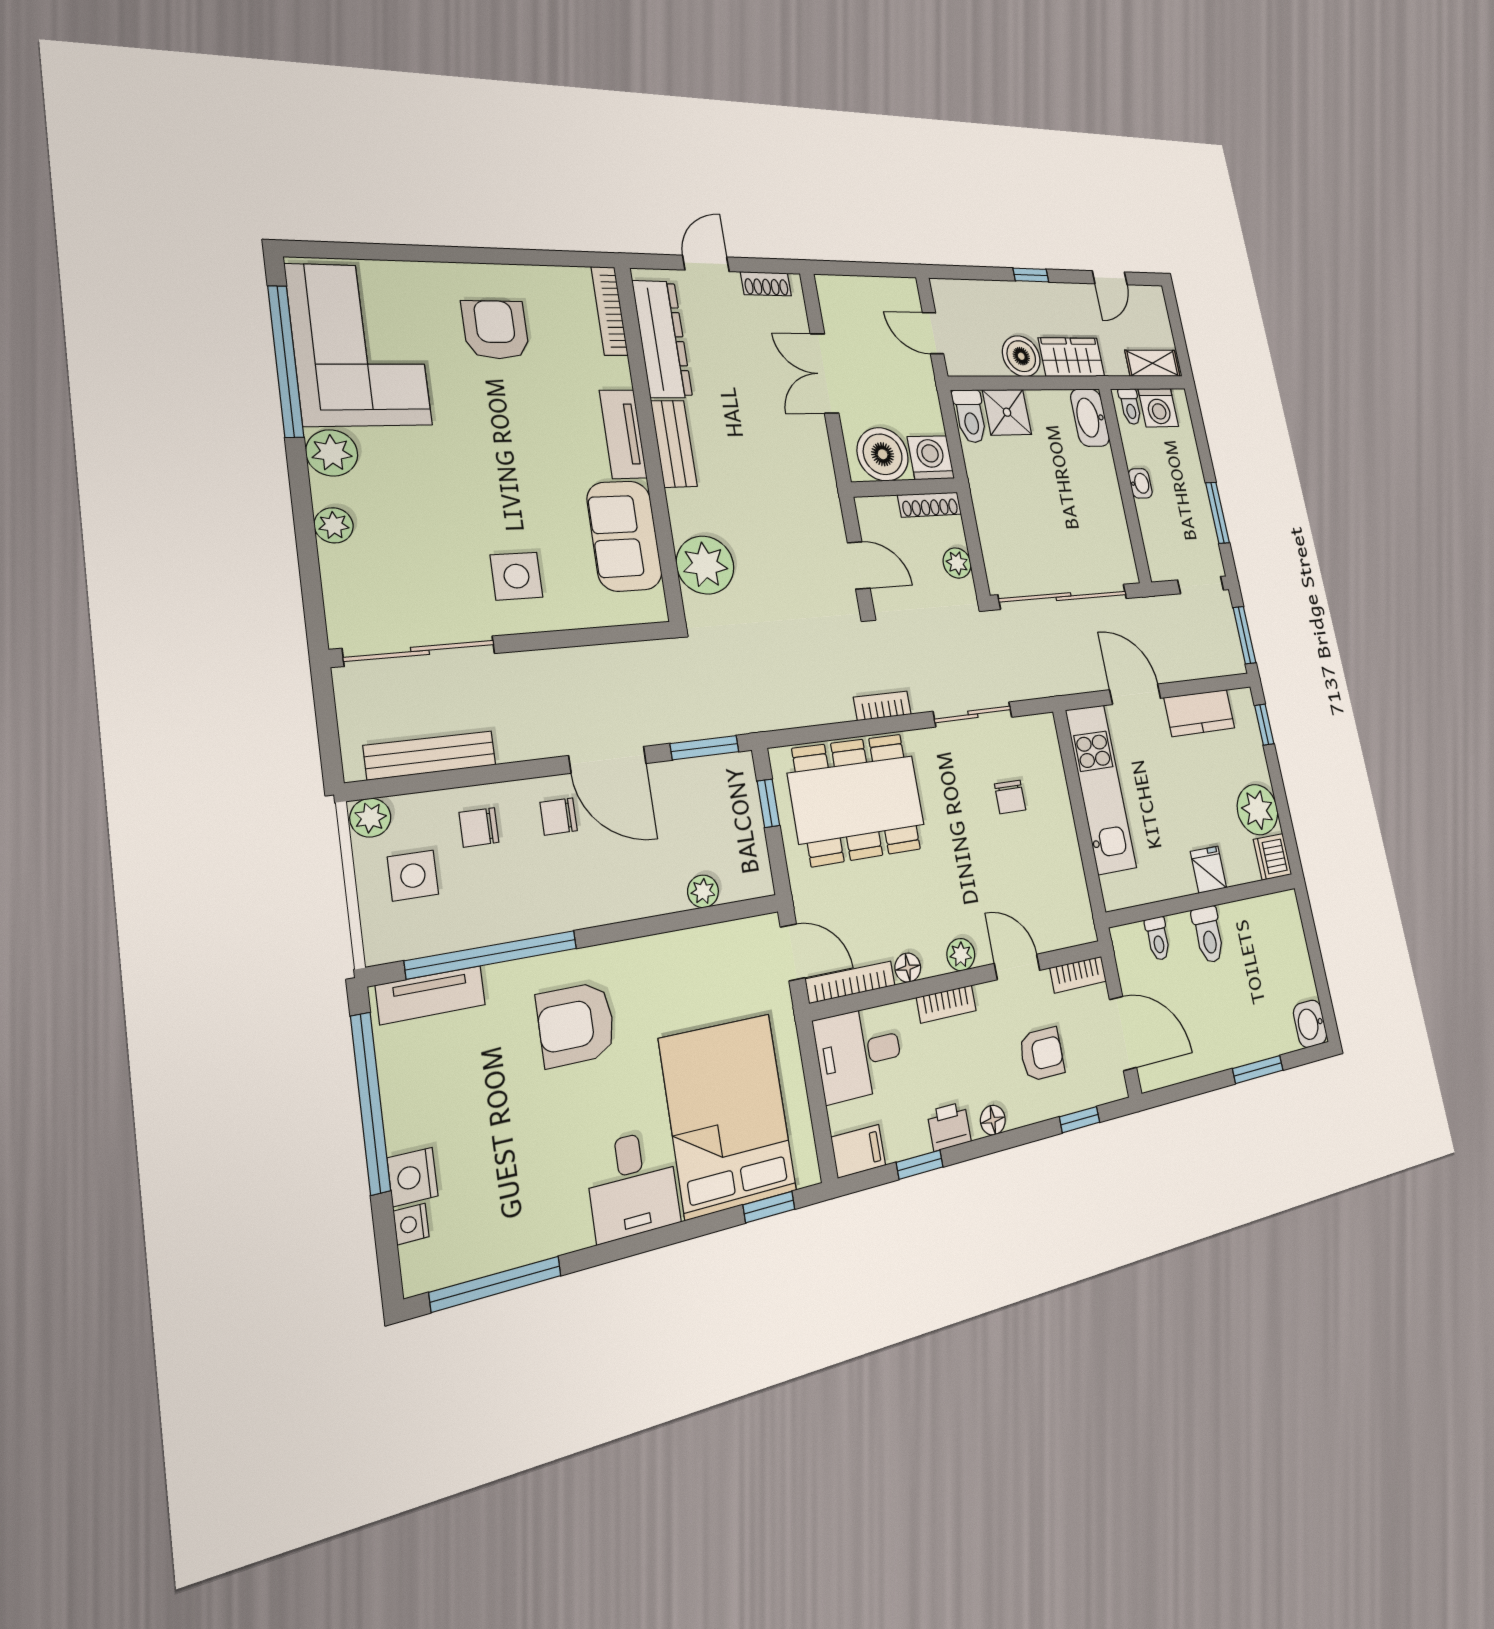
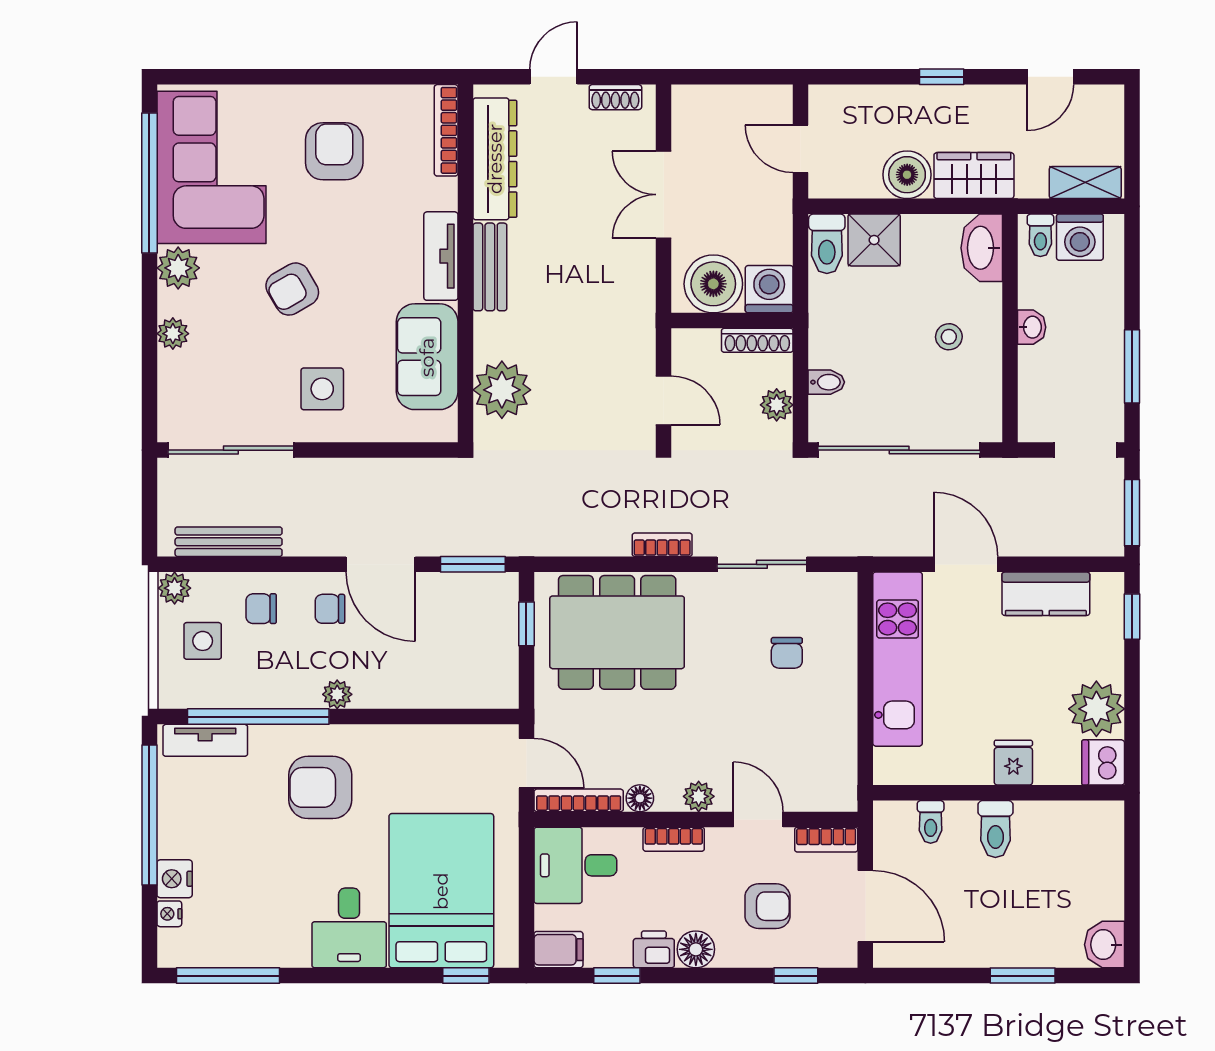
armchair: (469, 472) -> (292, 289), added
stool: (1081, 494) -> (949, 337), added
bidet: (994, 540) -> (826, 382), added
plant: (703, 891) -> (337, 694), moved
floor lamp: (993, 1120) -> (696, 949), width x1.37, depth x1.37

